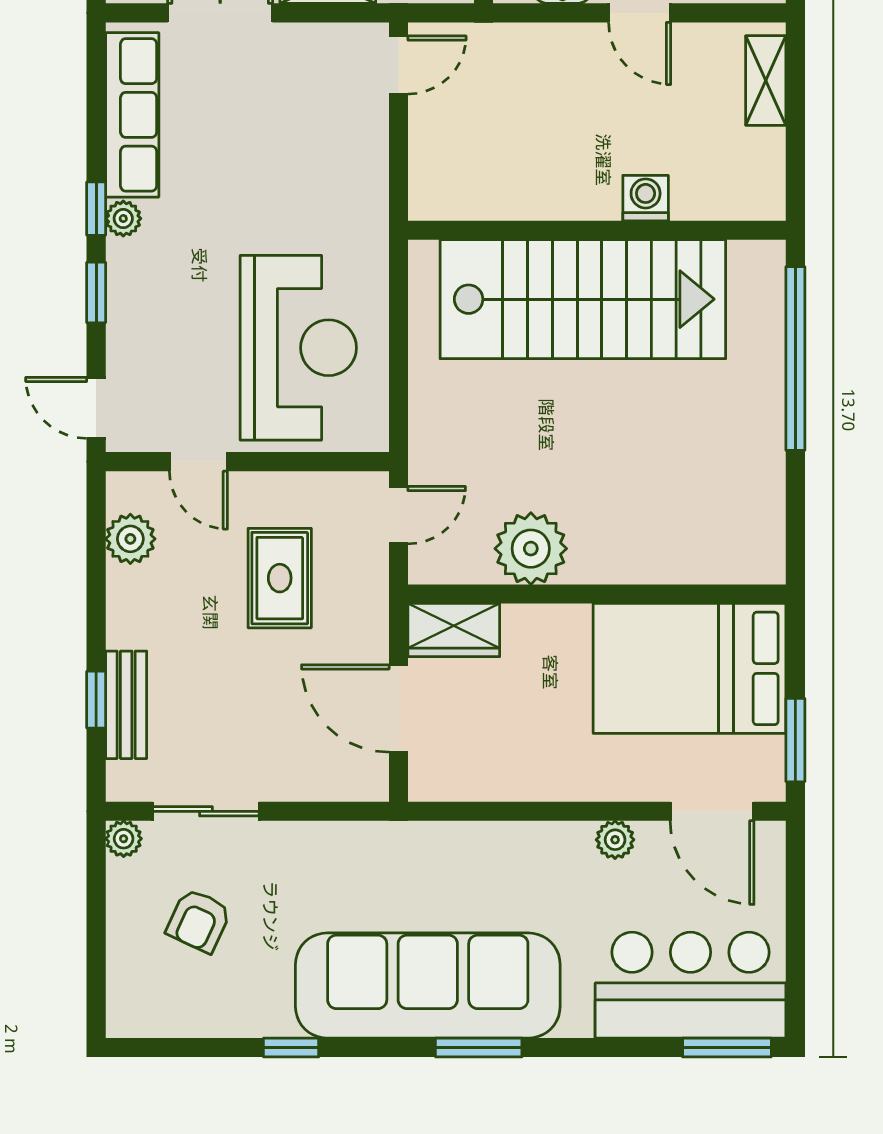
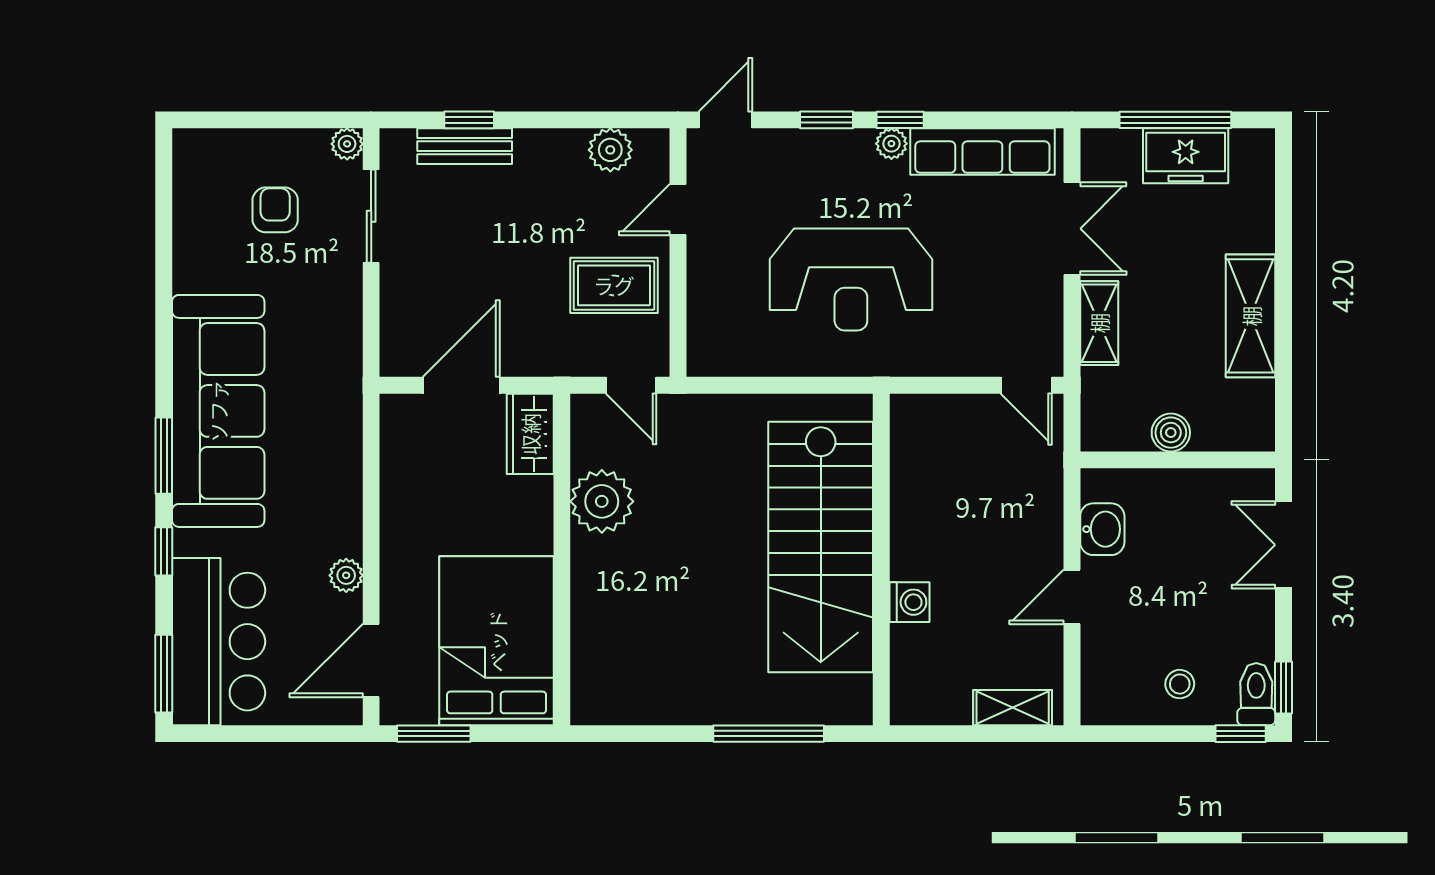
reception desk: (298, 348) -> (851, 280), moved
window: (795, 358) -> (769, 734), width x0.68
rug: (280, 578) -> (614, 285), moved
armchair: (199, 921) -> (275, 210), turned 65
window: (291, 1047) -> (164, 551), moved

